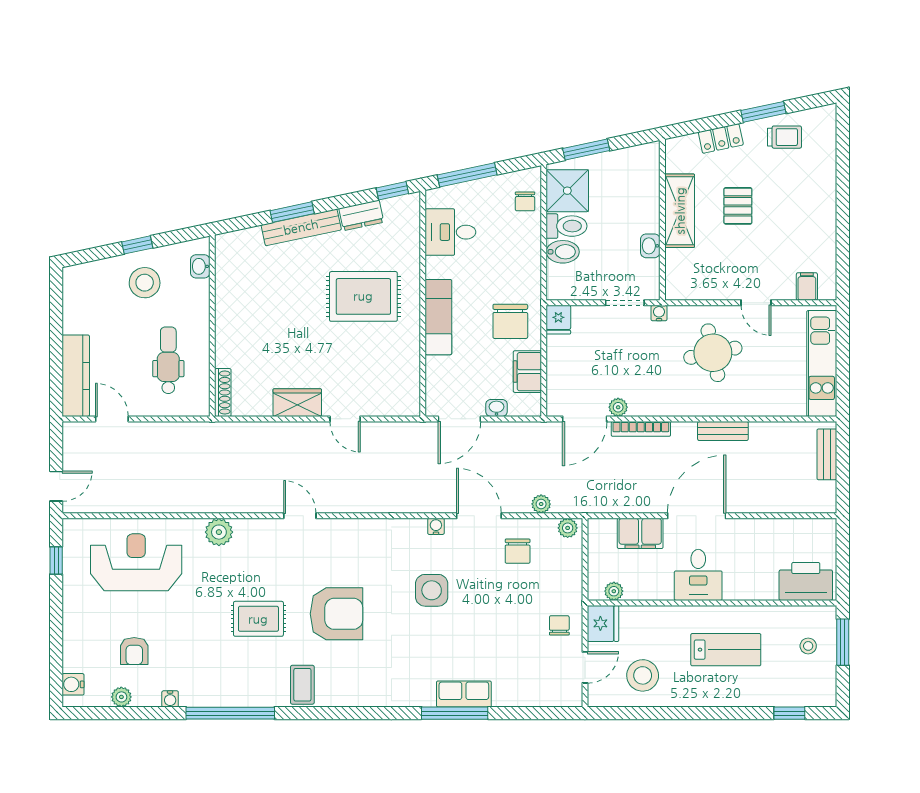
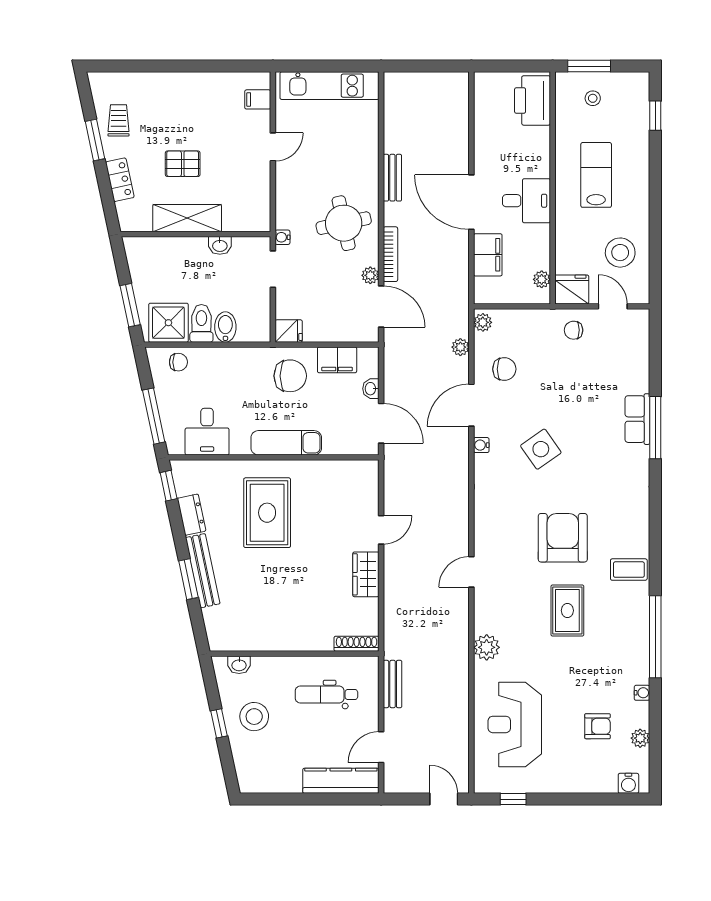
round table: (713, 353) -> (344, 223), moved
bench: (827, 454) -> (393, 684), moved, turned 90
side table: (432, 590) -> (541, 449), turned -35

